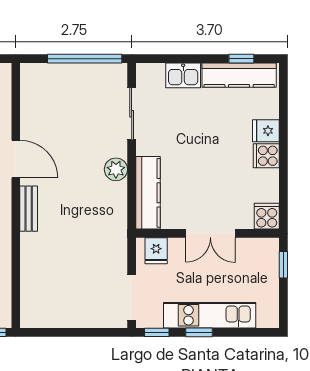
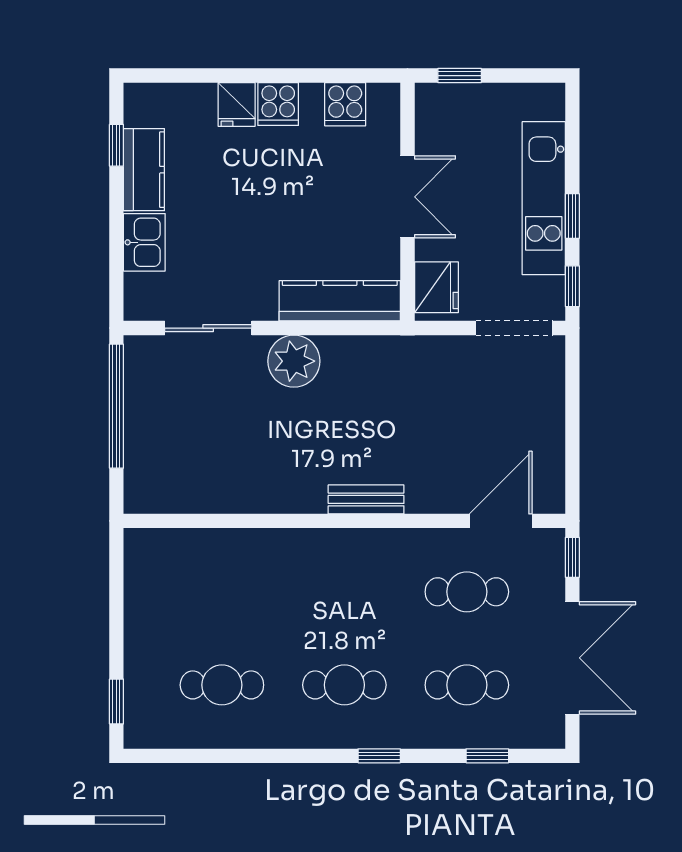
kitchen counter: (239, 75) -> (144, 170), width x0.67
door: (16, 159) -> (501, 521), moved
plant: (116, 169) -> (294, 361), width x1.36, depth x1.36
cooker: (267, 216) -> (345, 104), moved, turned -90
fridge: (156, 251) -> (436, 287), width x1.38

